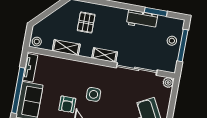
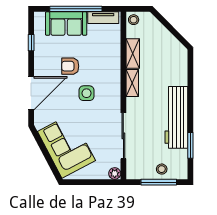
workbench: (142, 20) -> (176, 117), width x1.88, depth x1.32
pallet: (86, 22) -> (165, 71), removed
shelving: (105, 55) -> (132, 83), moved

